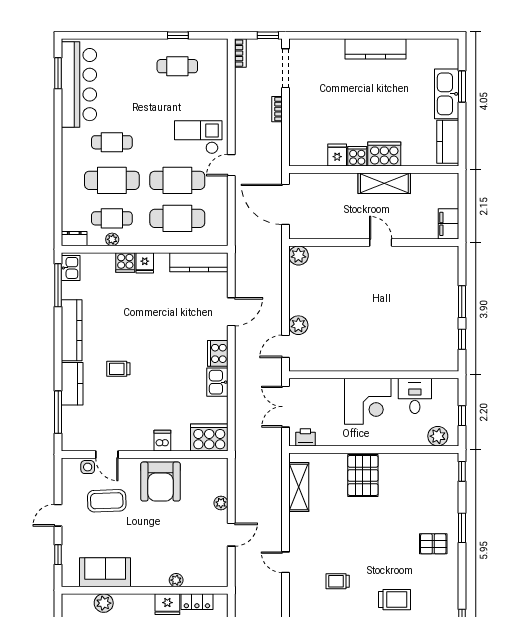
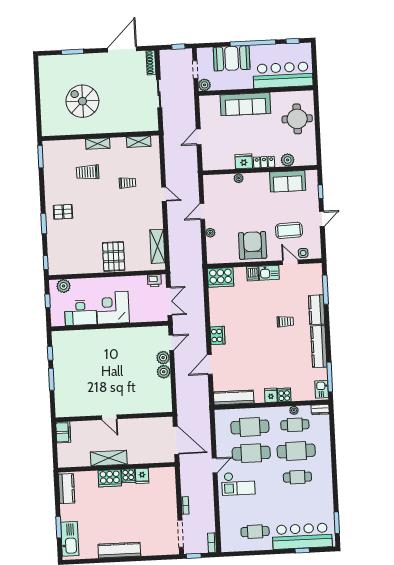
window: (178, 35) -> (302, 551), moved
bar counter: (79, 85) -> (302, 536), moved, turned 90
kitchen sink: (447, 94) -> (70, 539), moved
plant: (298, 255) -> (164, 372), moved
kitchen sink: (217, 382) -> (269, 273), moved, turned 90
desk: (415, 396) -> (81, 313), width x1.37
locker: (197, 602) -> (264, 162), moved

